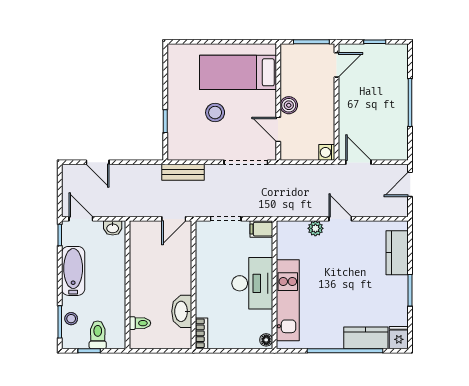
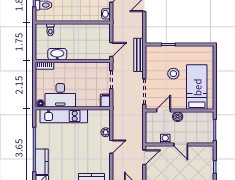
door: (337, 65) -> (181, 145), moved
washing machine: (327, 152) -> (165, 139), moved
bench: (183, 172) -> (139, 55), width x1.36
door: (174, 219) -> (111, 49), swing flipped
desk: (252, 283) -> (60, 95), moved

